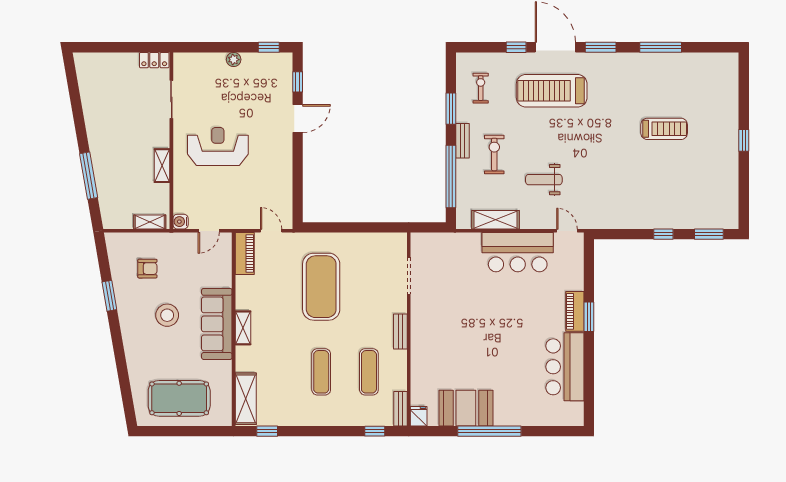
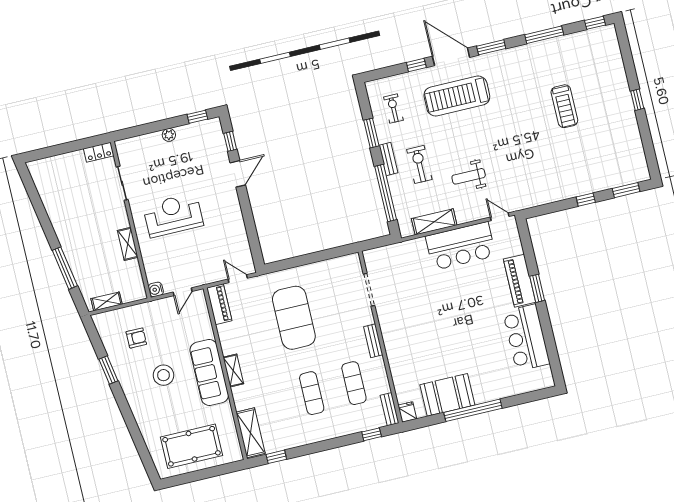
window: (718, 47) -> (595, 23), added
treadmill: (664, 129) -> (564, 106), turned 90
shelving: (150, 222) -> (107, 301), moved
piano: (575, 311) -> (519, 281), width x1.37, depth x1.33

